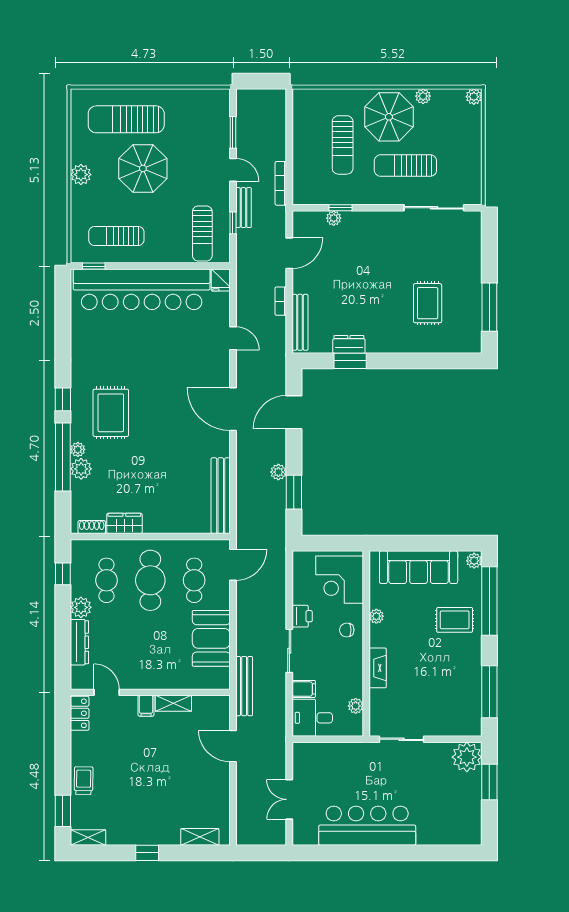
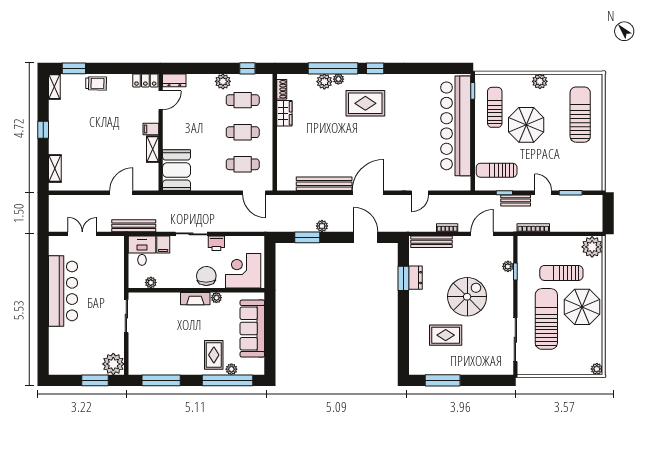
plant: (423, 96) -> (592, 247), moved, width x1.88, depth x1.88
sun lounger: (405, 166) -> (546, 319), width x1.36, depth x1.34
parasol: (143, 168) -> (526, 125), moved
door: (233, 170) -> (543, 193), swing flipped
door: (289, 253) -> (482, 234), swing flipped
spiral stairs: (375, 274) -> (467, 297), added
fridge: (221, 280) -> (463, 184), removed
bench: (221, 496) -> (324, 184), moved
plant: (474, 561) -> (231, 369), moved
cafe table: (150, 580) -> (243, 132), width x0.73, depth x0.74
chair: (347, 630) -> (206, 276), width x1.87, depth x1.87
booth: (211, 638) -> (177, 170), moved, turned 90
dresser: (79, 642) -> (174, 80), moved, width x0.70
fireplace: (378, 668) -> (195, 299), moved
bench: (244, 686) -> (134, 226), moved

